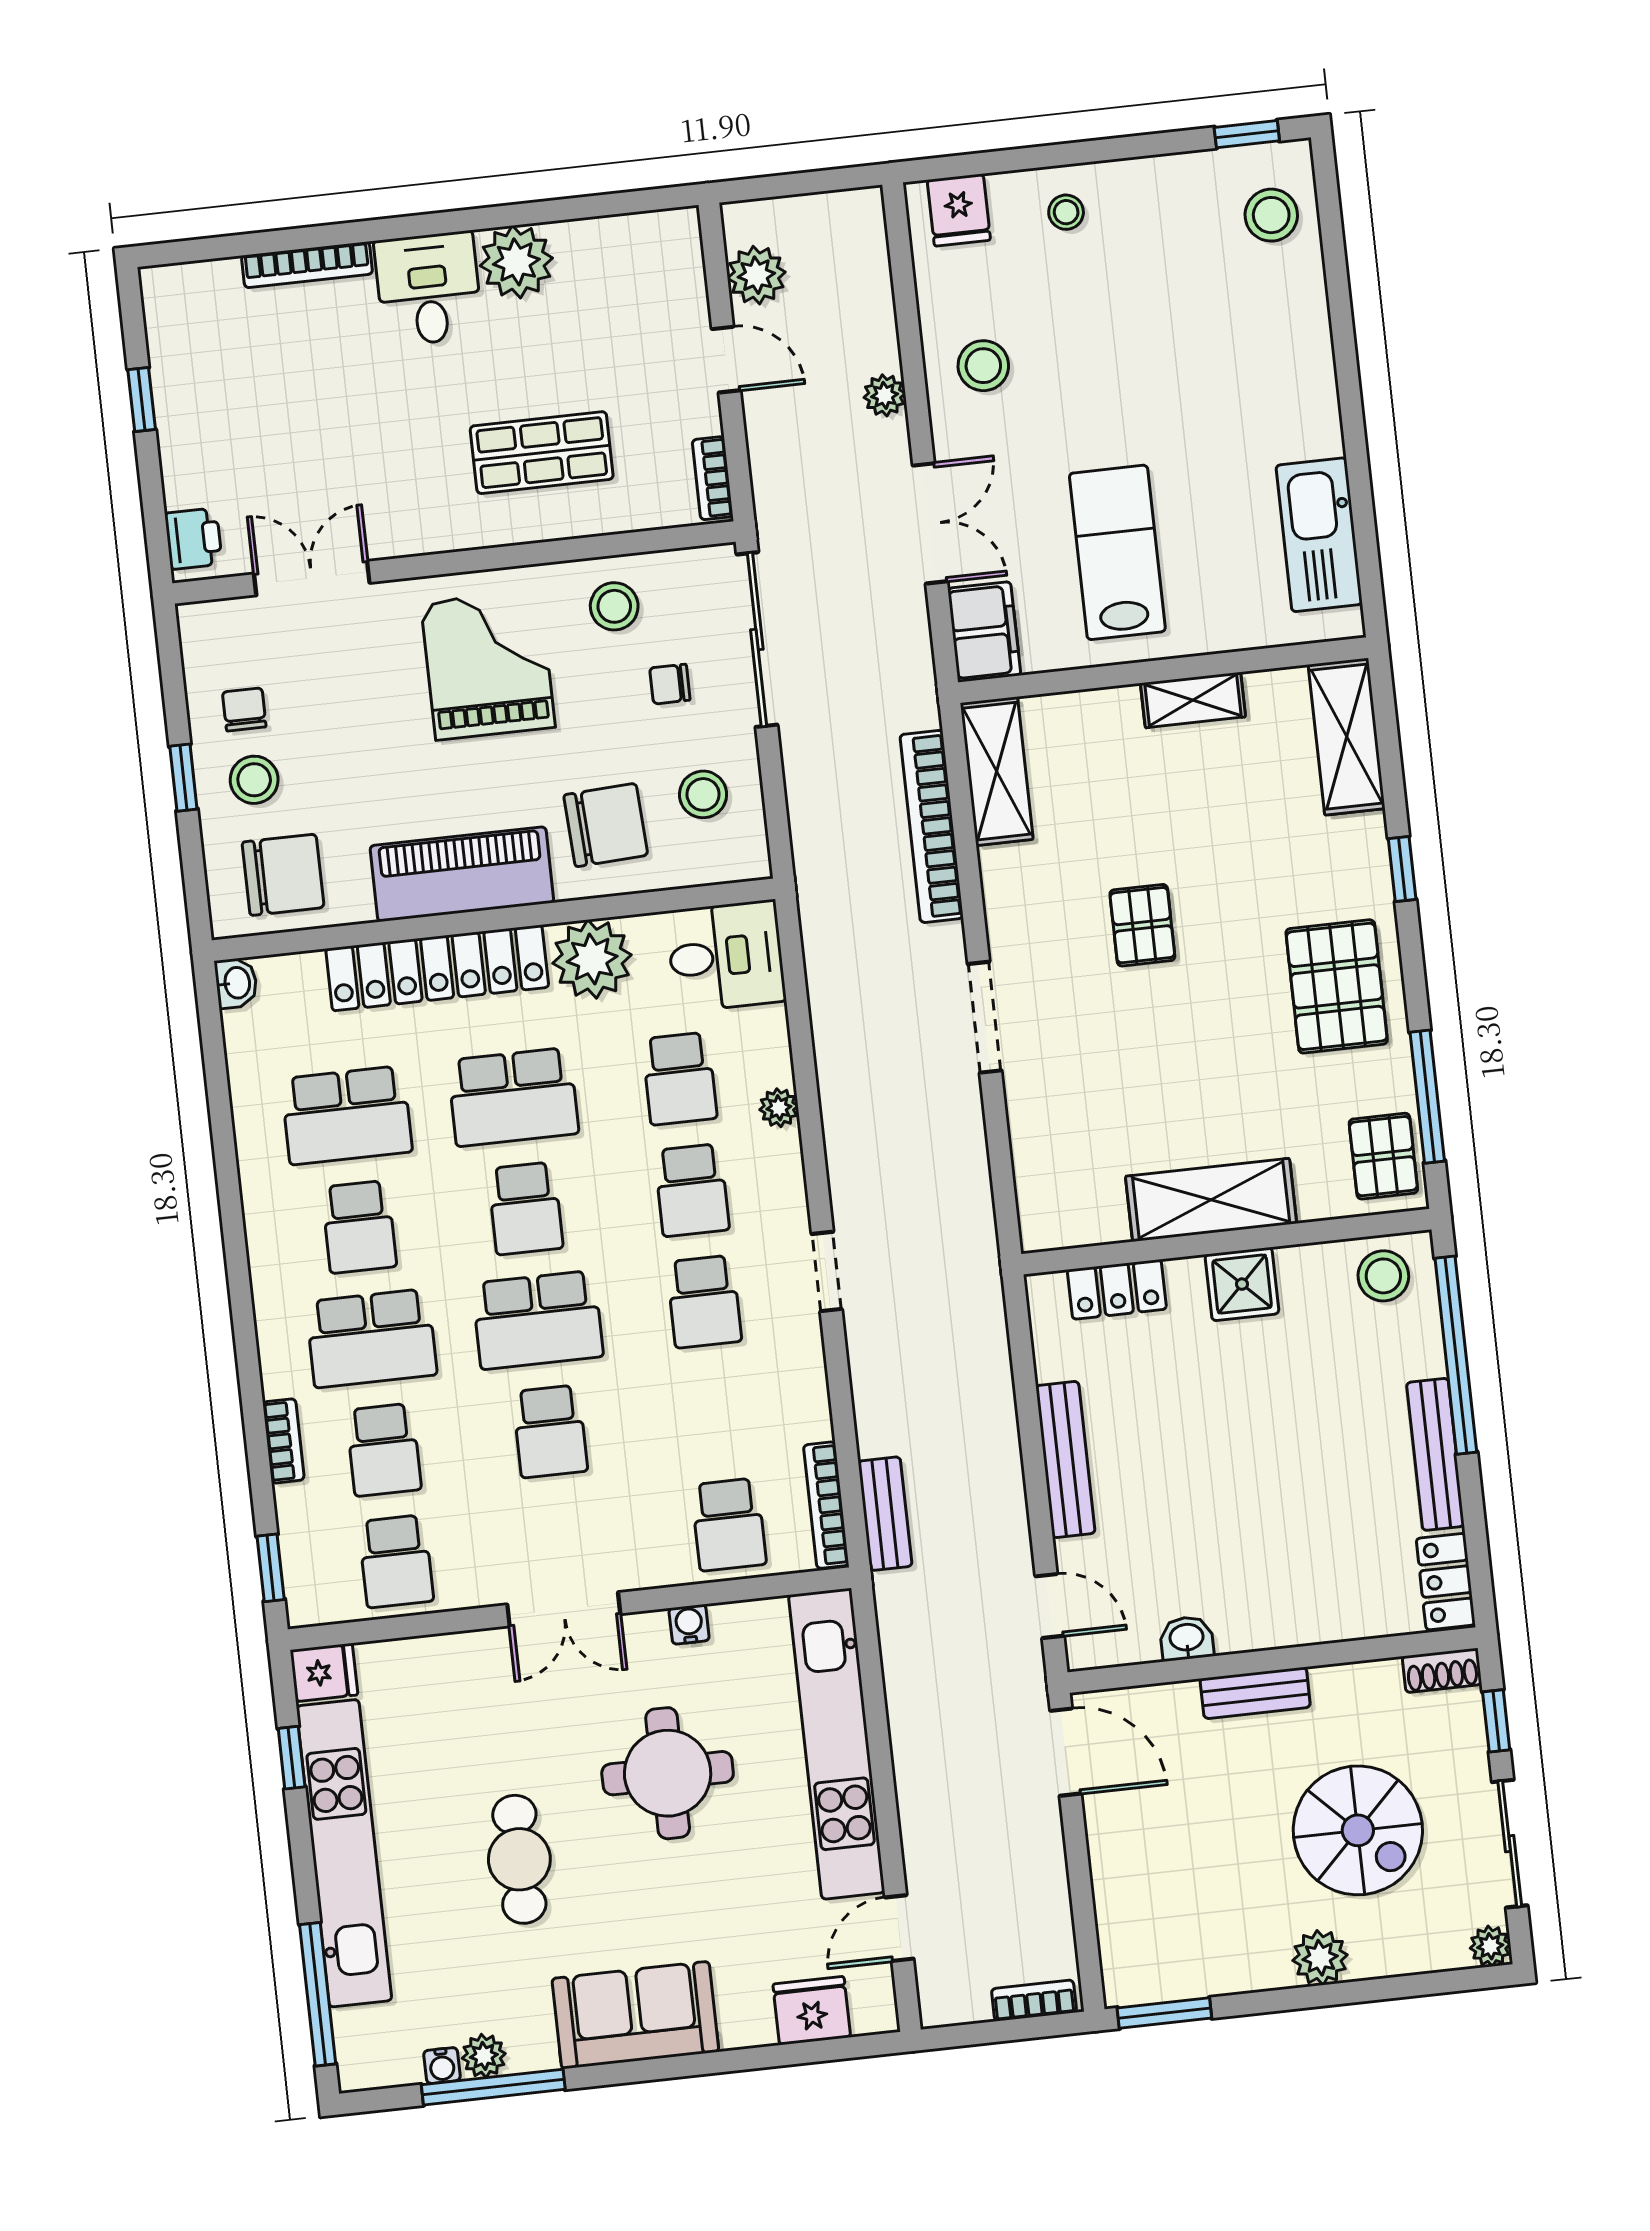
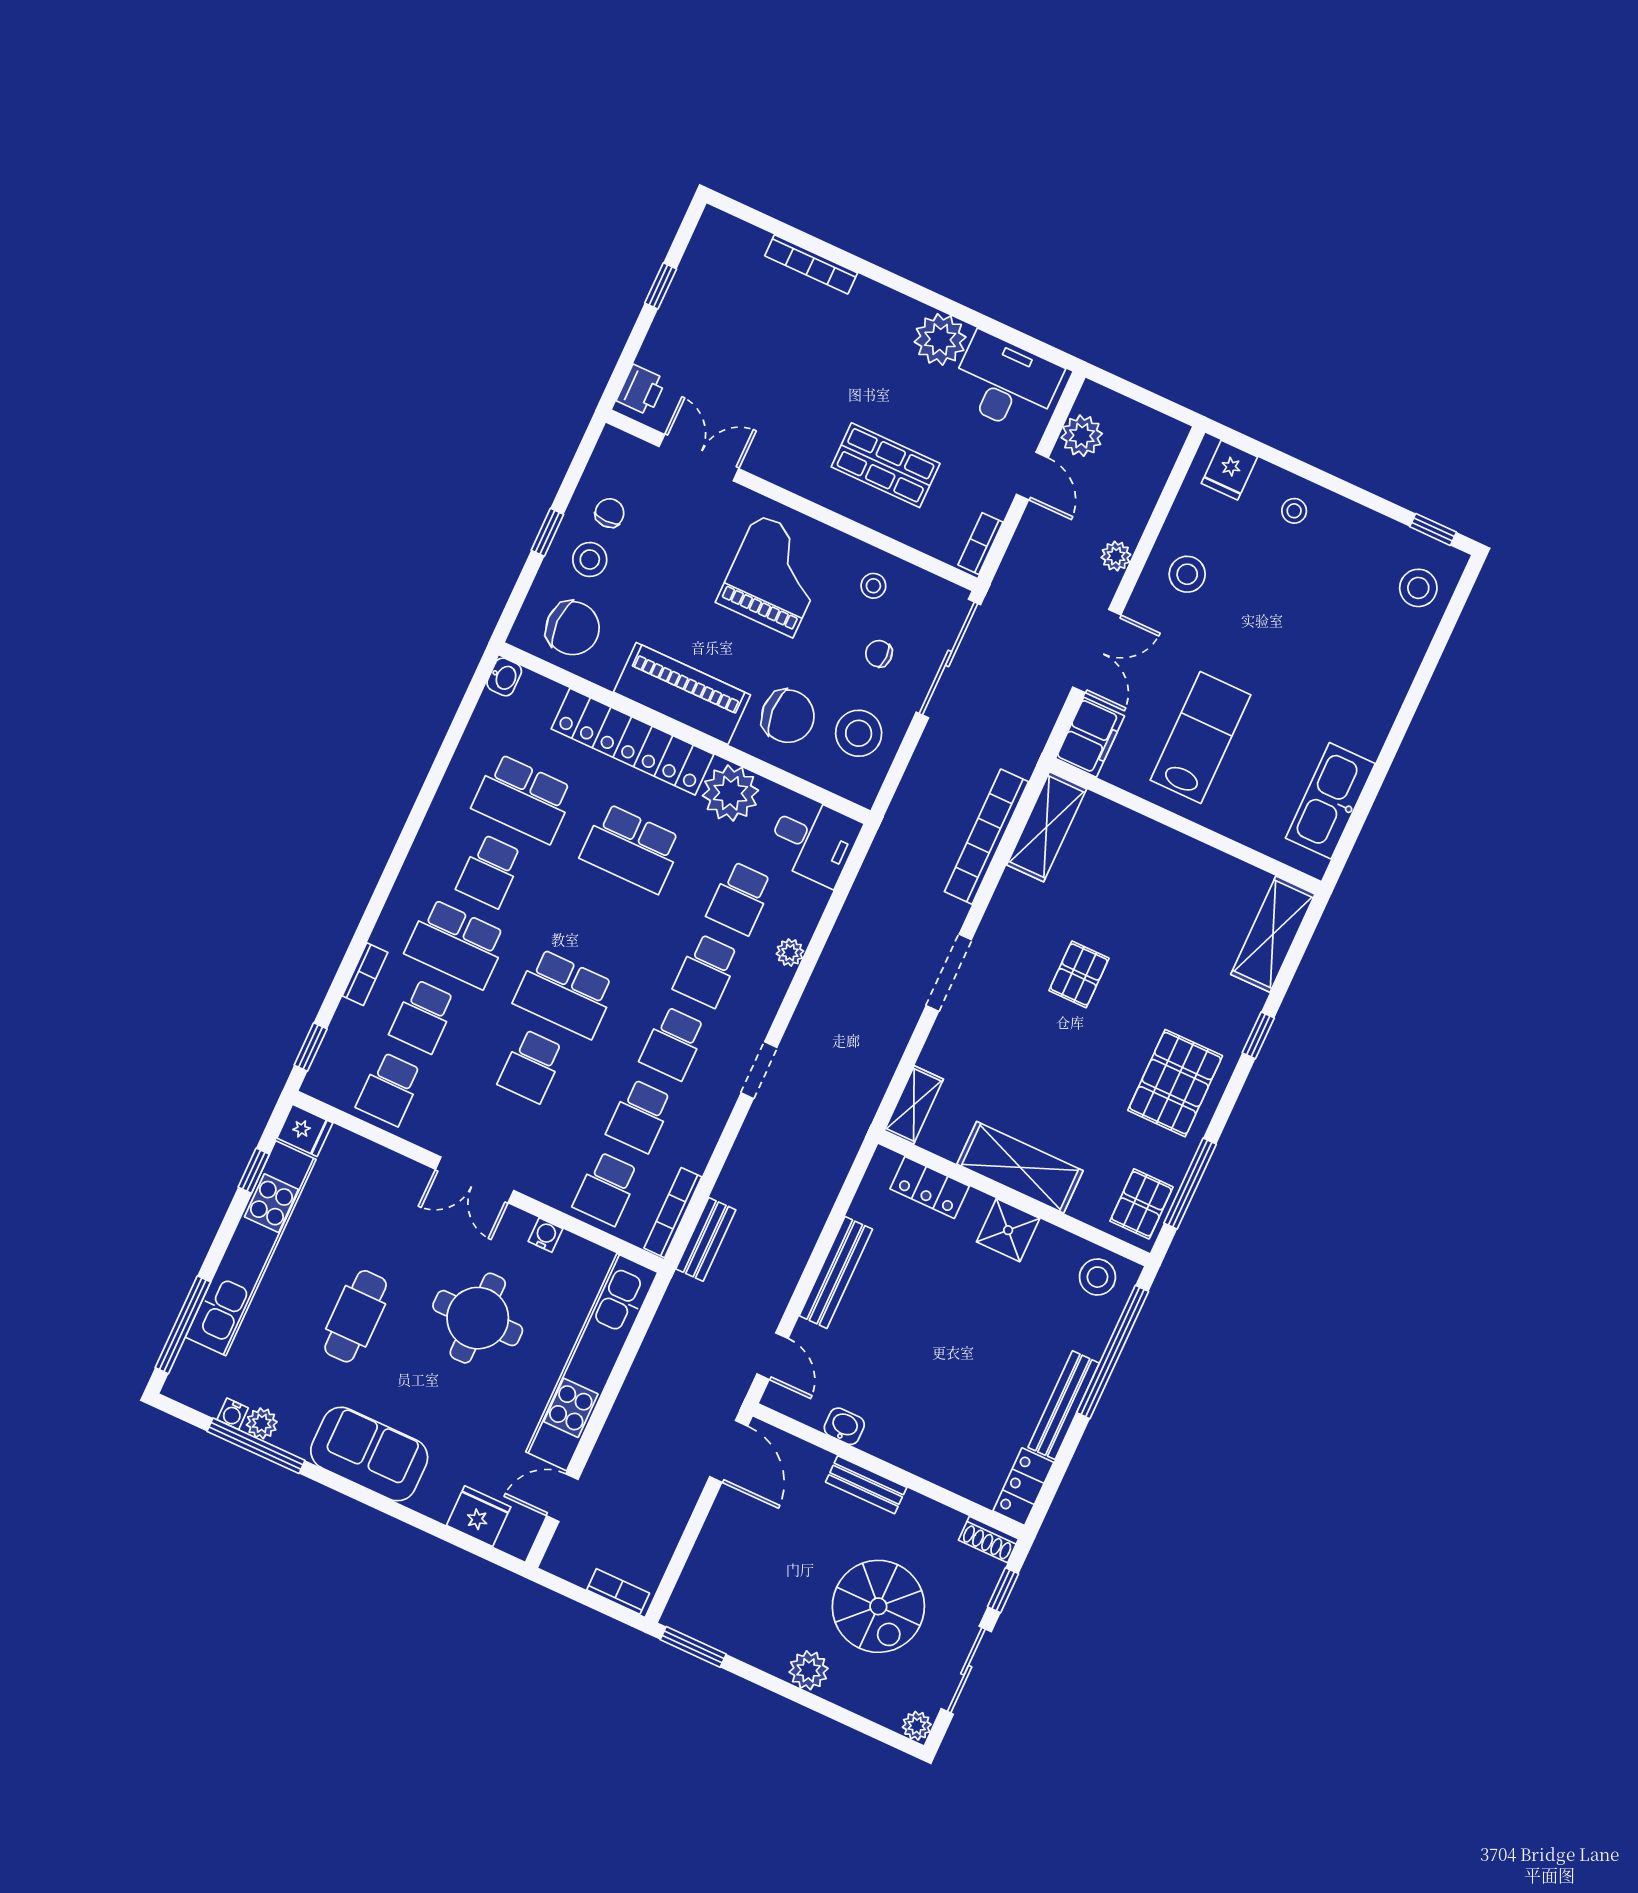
desk: (428, 289) -> (1006, 383), moved, width x1.37
stool: (614, 606) -> (873, 586), width x0.73, depth x0.73
shelving: (1193, 700) -> (914, 1105), moved, turned 90
stool: (703, 794) -> (859, 733), width x1.38, depth x1.38
school desk: (525, 1208) -> (640, 1116), moved

